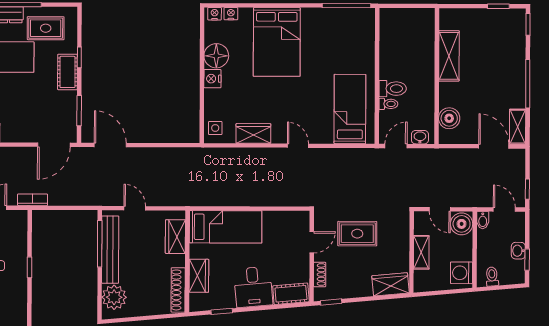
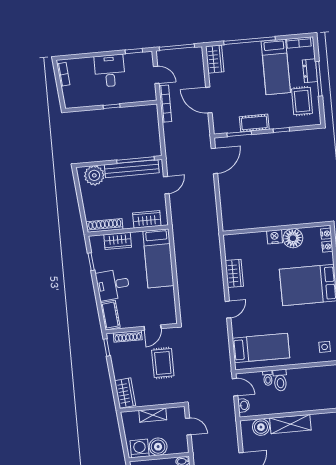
shelving: (449, 56) -> (290, 424), moved
cot: (67, 72) -> (254, 123), moved
side table: (215, 128) -> (325, 347), moved
door: (54, 145) -> (209, 100), moved
bookcase: (33, 200) -> (165, 104), width x1.56
door: (440, 209) -> (188, 426), swing flipped
boiler: (462, 224) -> (158, 447), moved
door: (312, 242) -> (153, 328), hinge flipped
shoe rack: (320, 274) -> (128, 336), width x1.43

